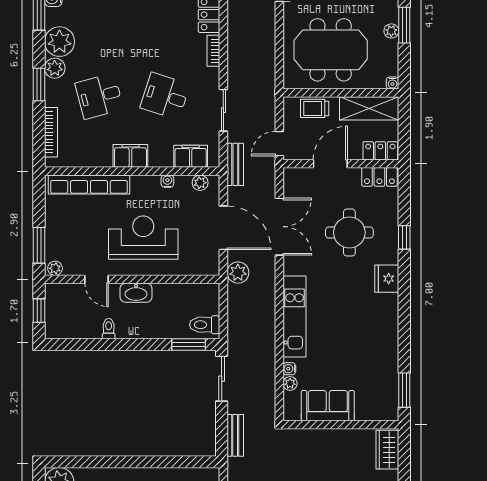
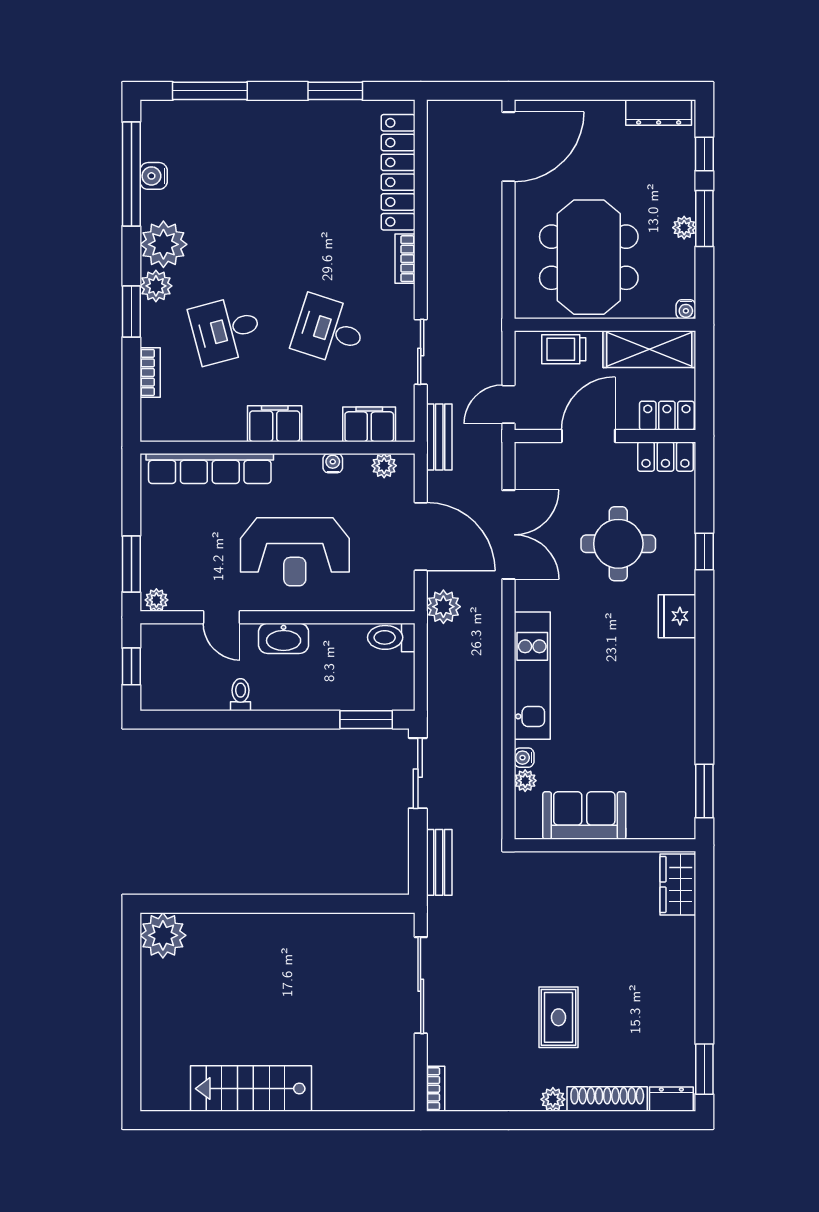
meeting table: (331, 50) -> (589, 257), turned 90
bookcase: (51, 132) -> (150, 372), width x0.64
reception desk: (143, 238) -> (295, 552), turned 180
toilet: (205, 325) -> (391, 637), moved

